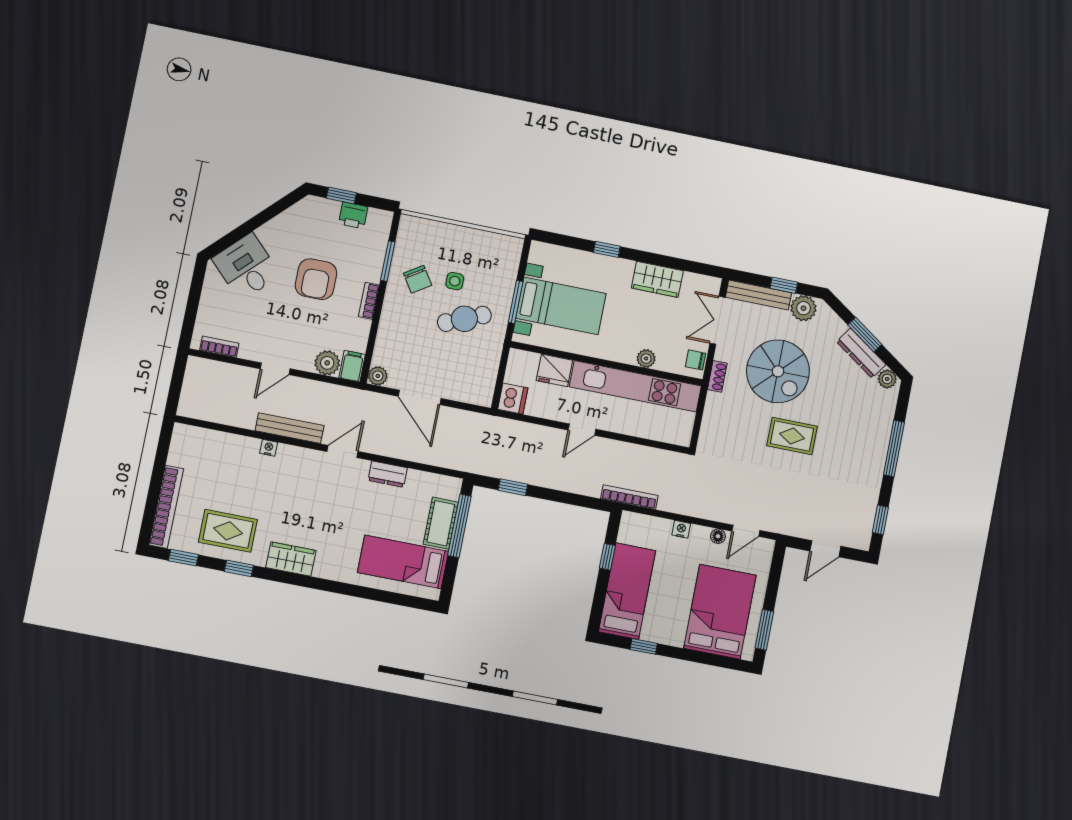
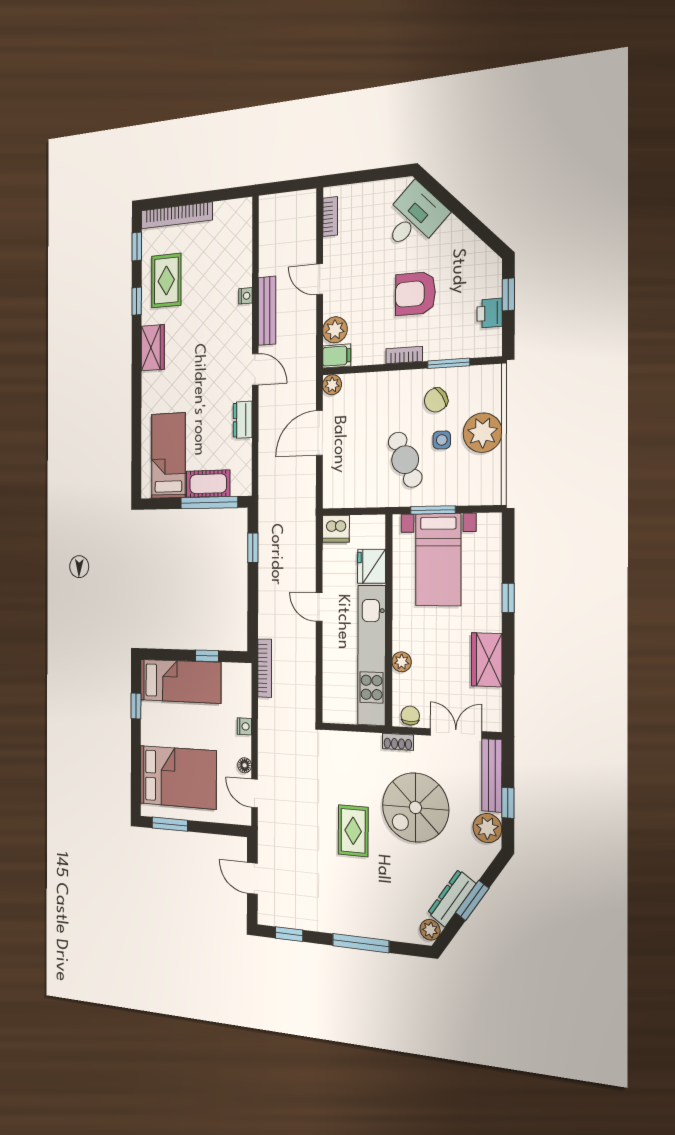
plant: (457, 243) -> (483, 433), added

